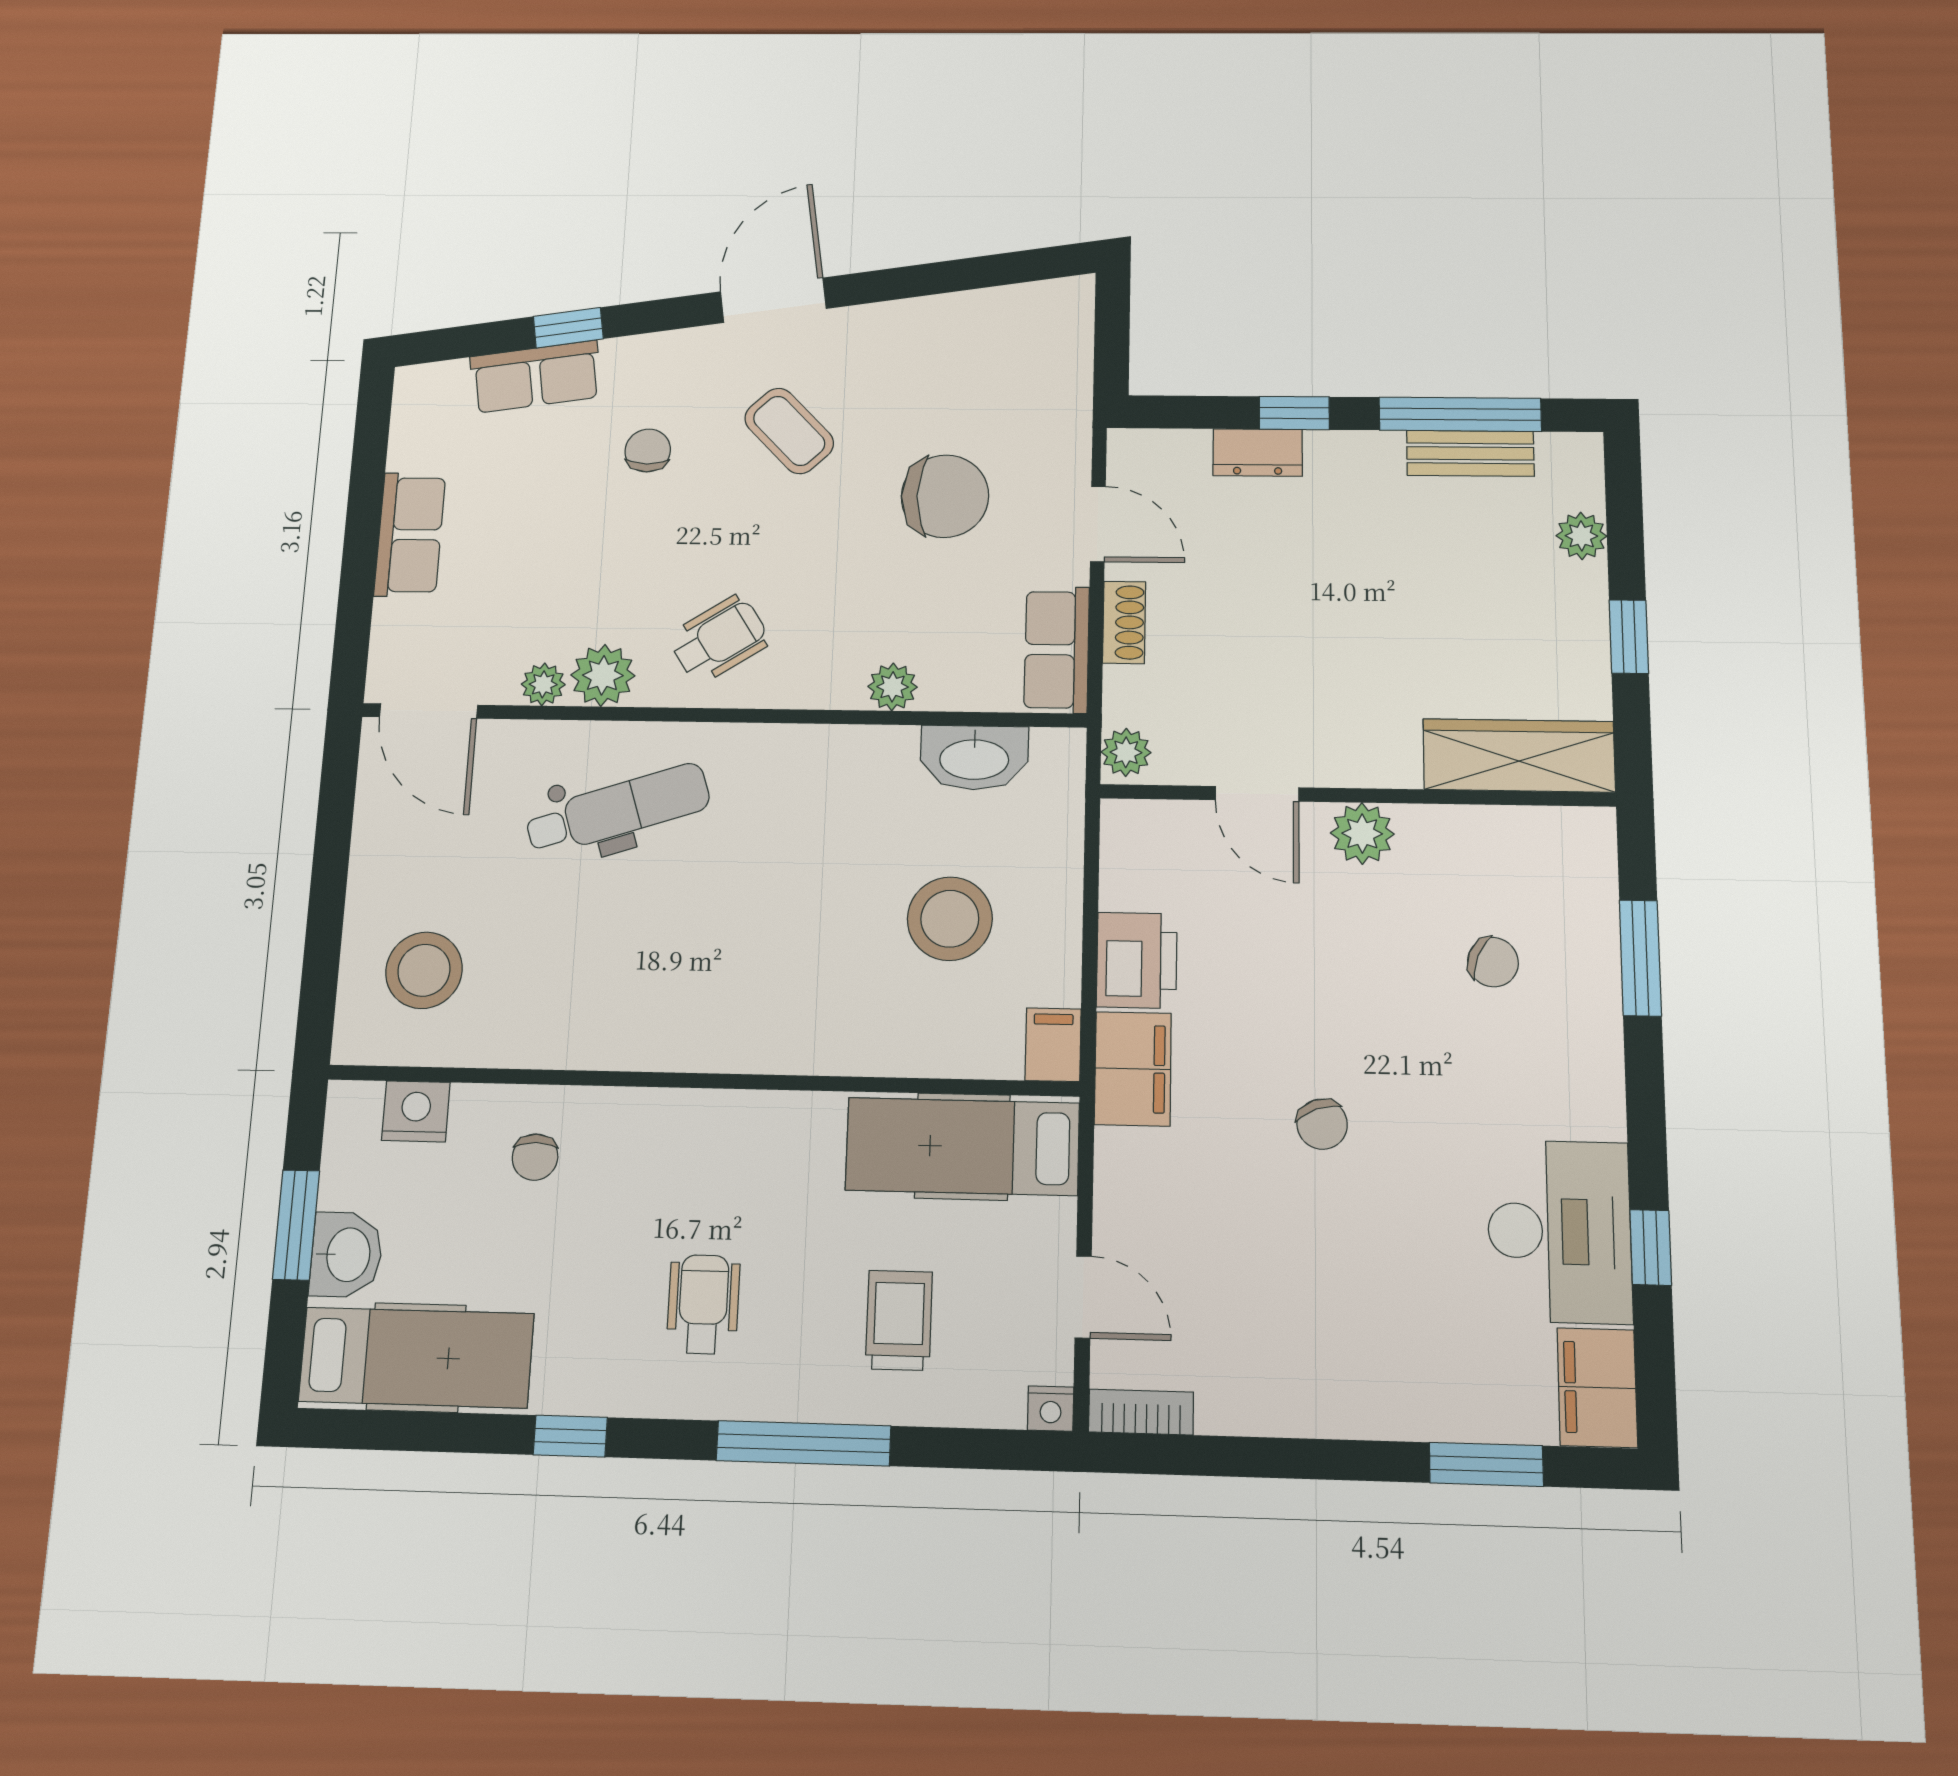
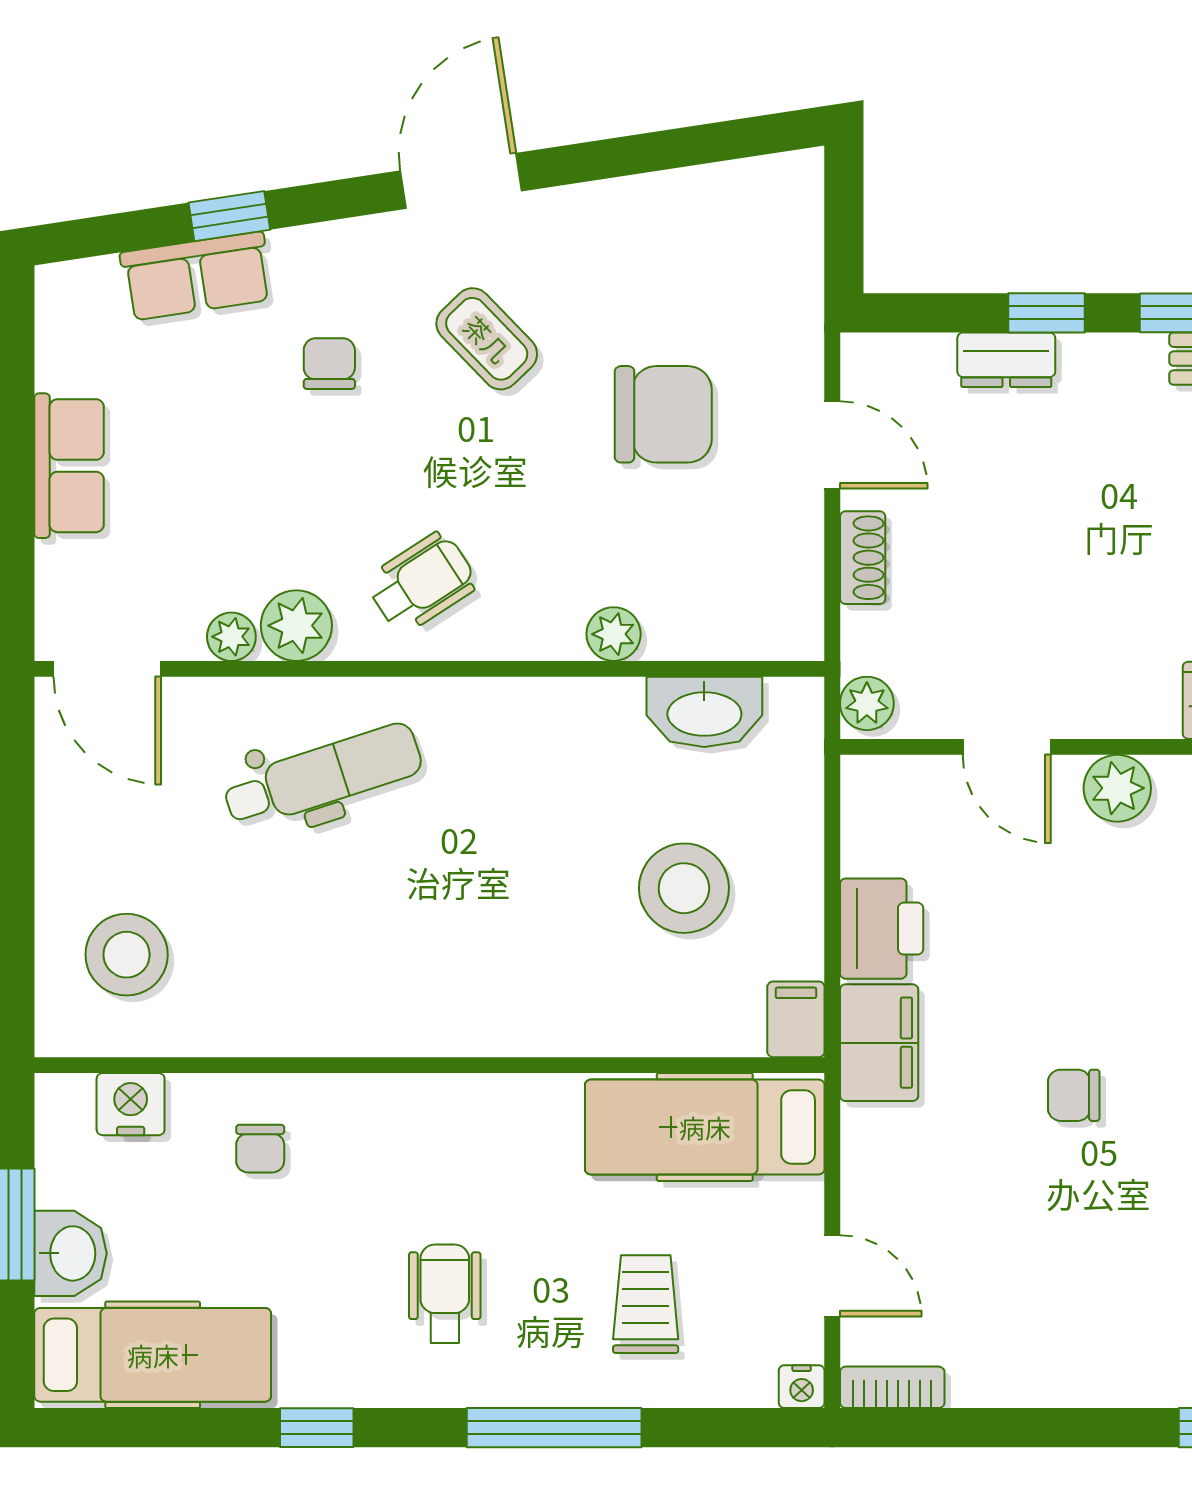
row of seats: (1057, 650) -> (790, 590), removed
chair: (1322, 1124) -> (1074, 1095), turned 110

